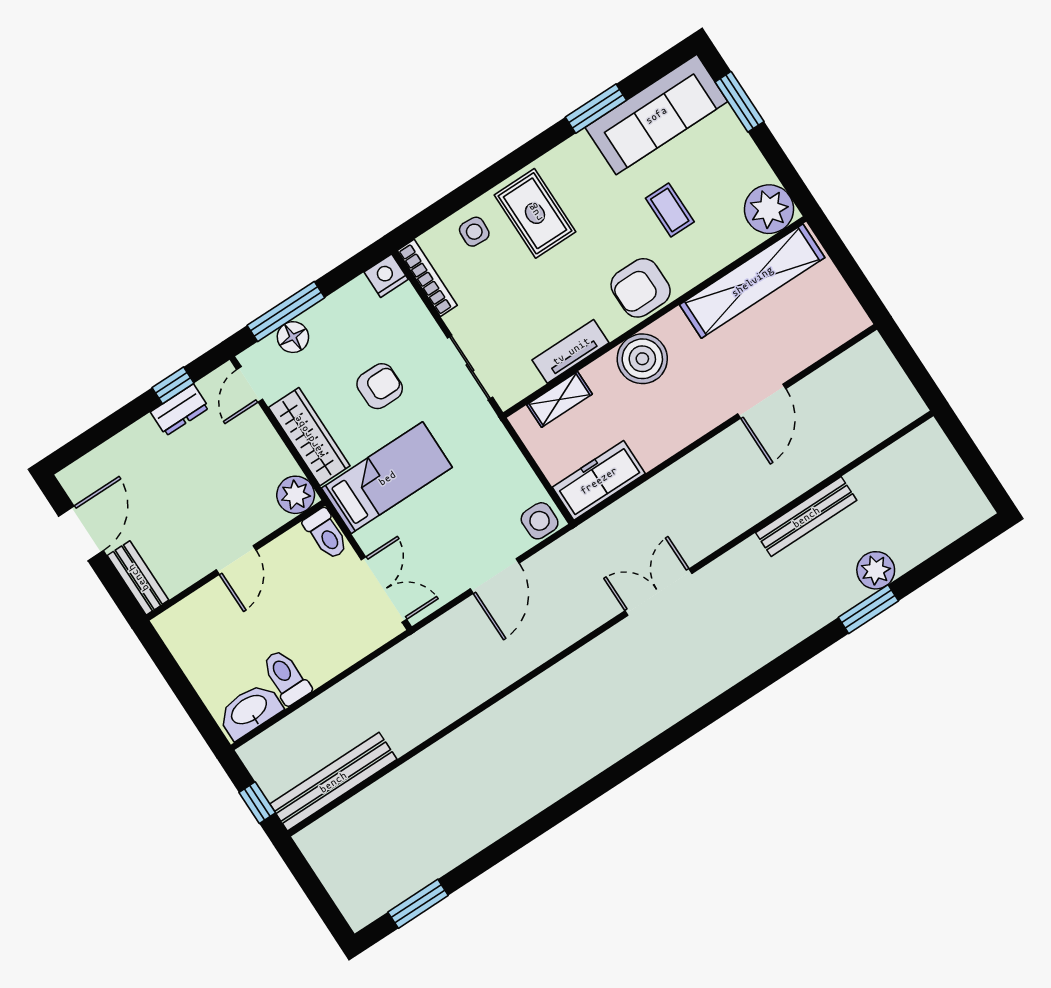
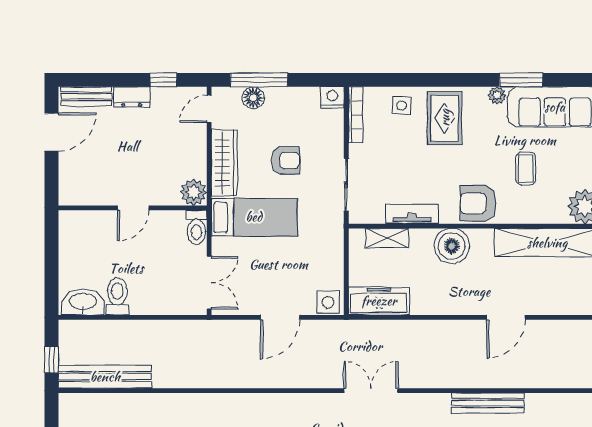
plant: (579, 146) -> (497, 95), added
dresser: (180, 410) -> (132, 97), moved
bench: (138, 578) -> (86, 96), moved, turned 90

